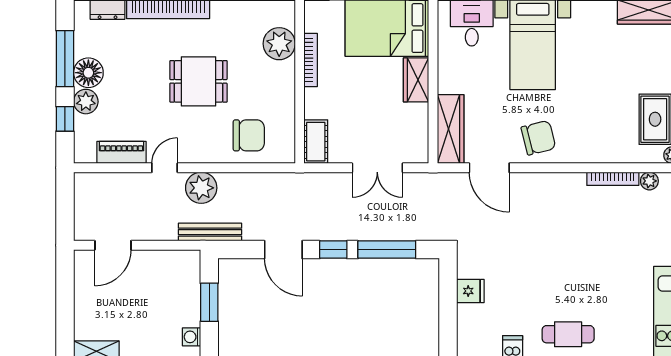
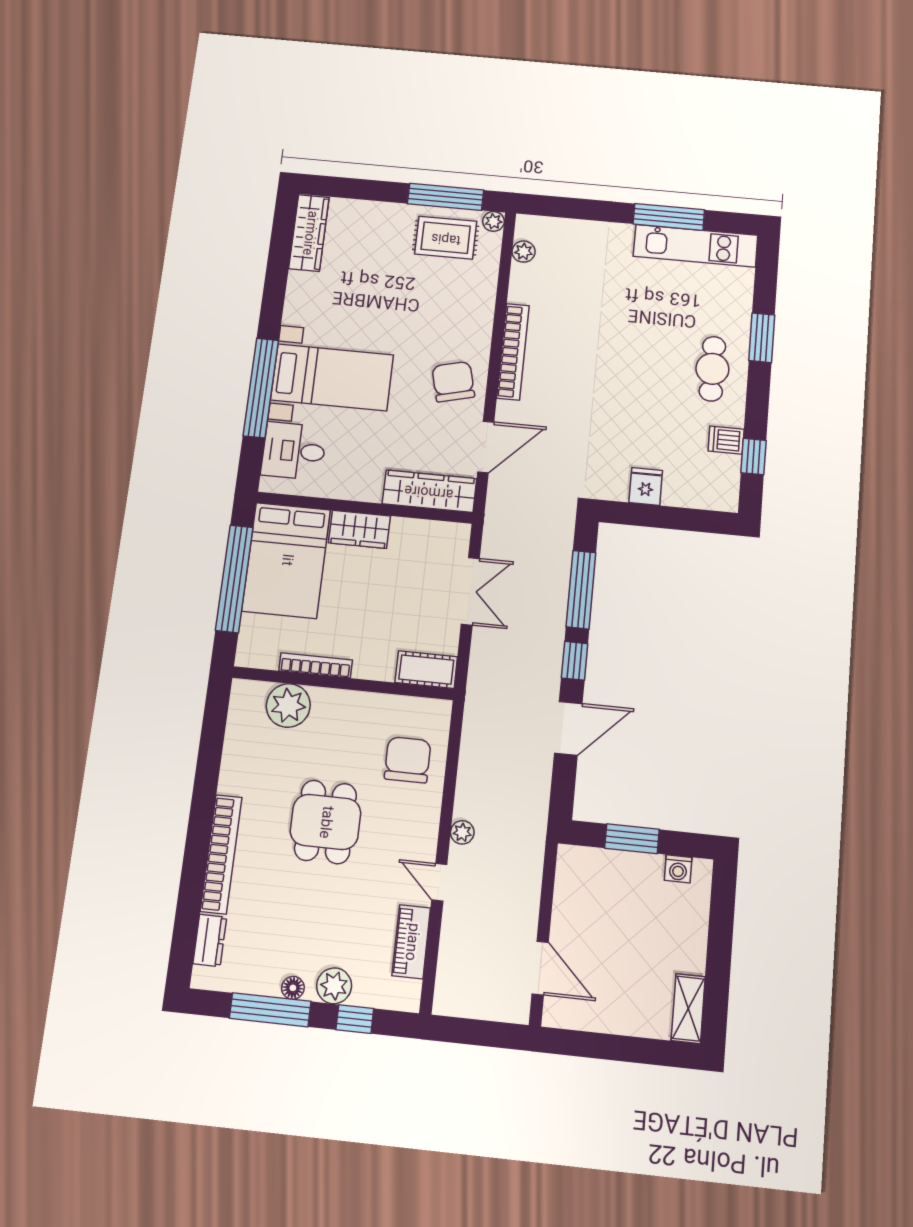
floor lamp: (88, 73) -> (293, 988), width x0.53, depth x0.53
bookcase: (613, 179) -> (513, 352), moved, width x1.48, depth x1.31
plant: (201, 188) -> (462, 832), width x0.53, depth x0.53
bench: (210, 232) -> (535, 827), removed

